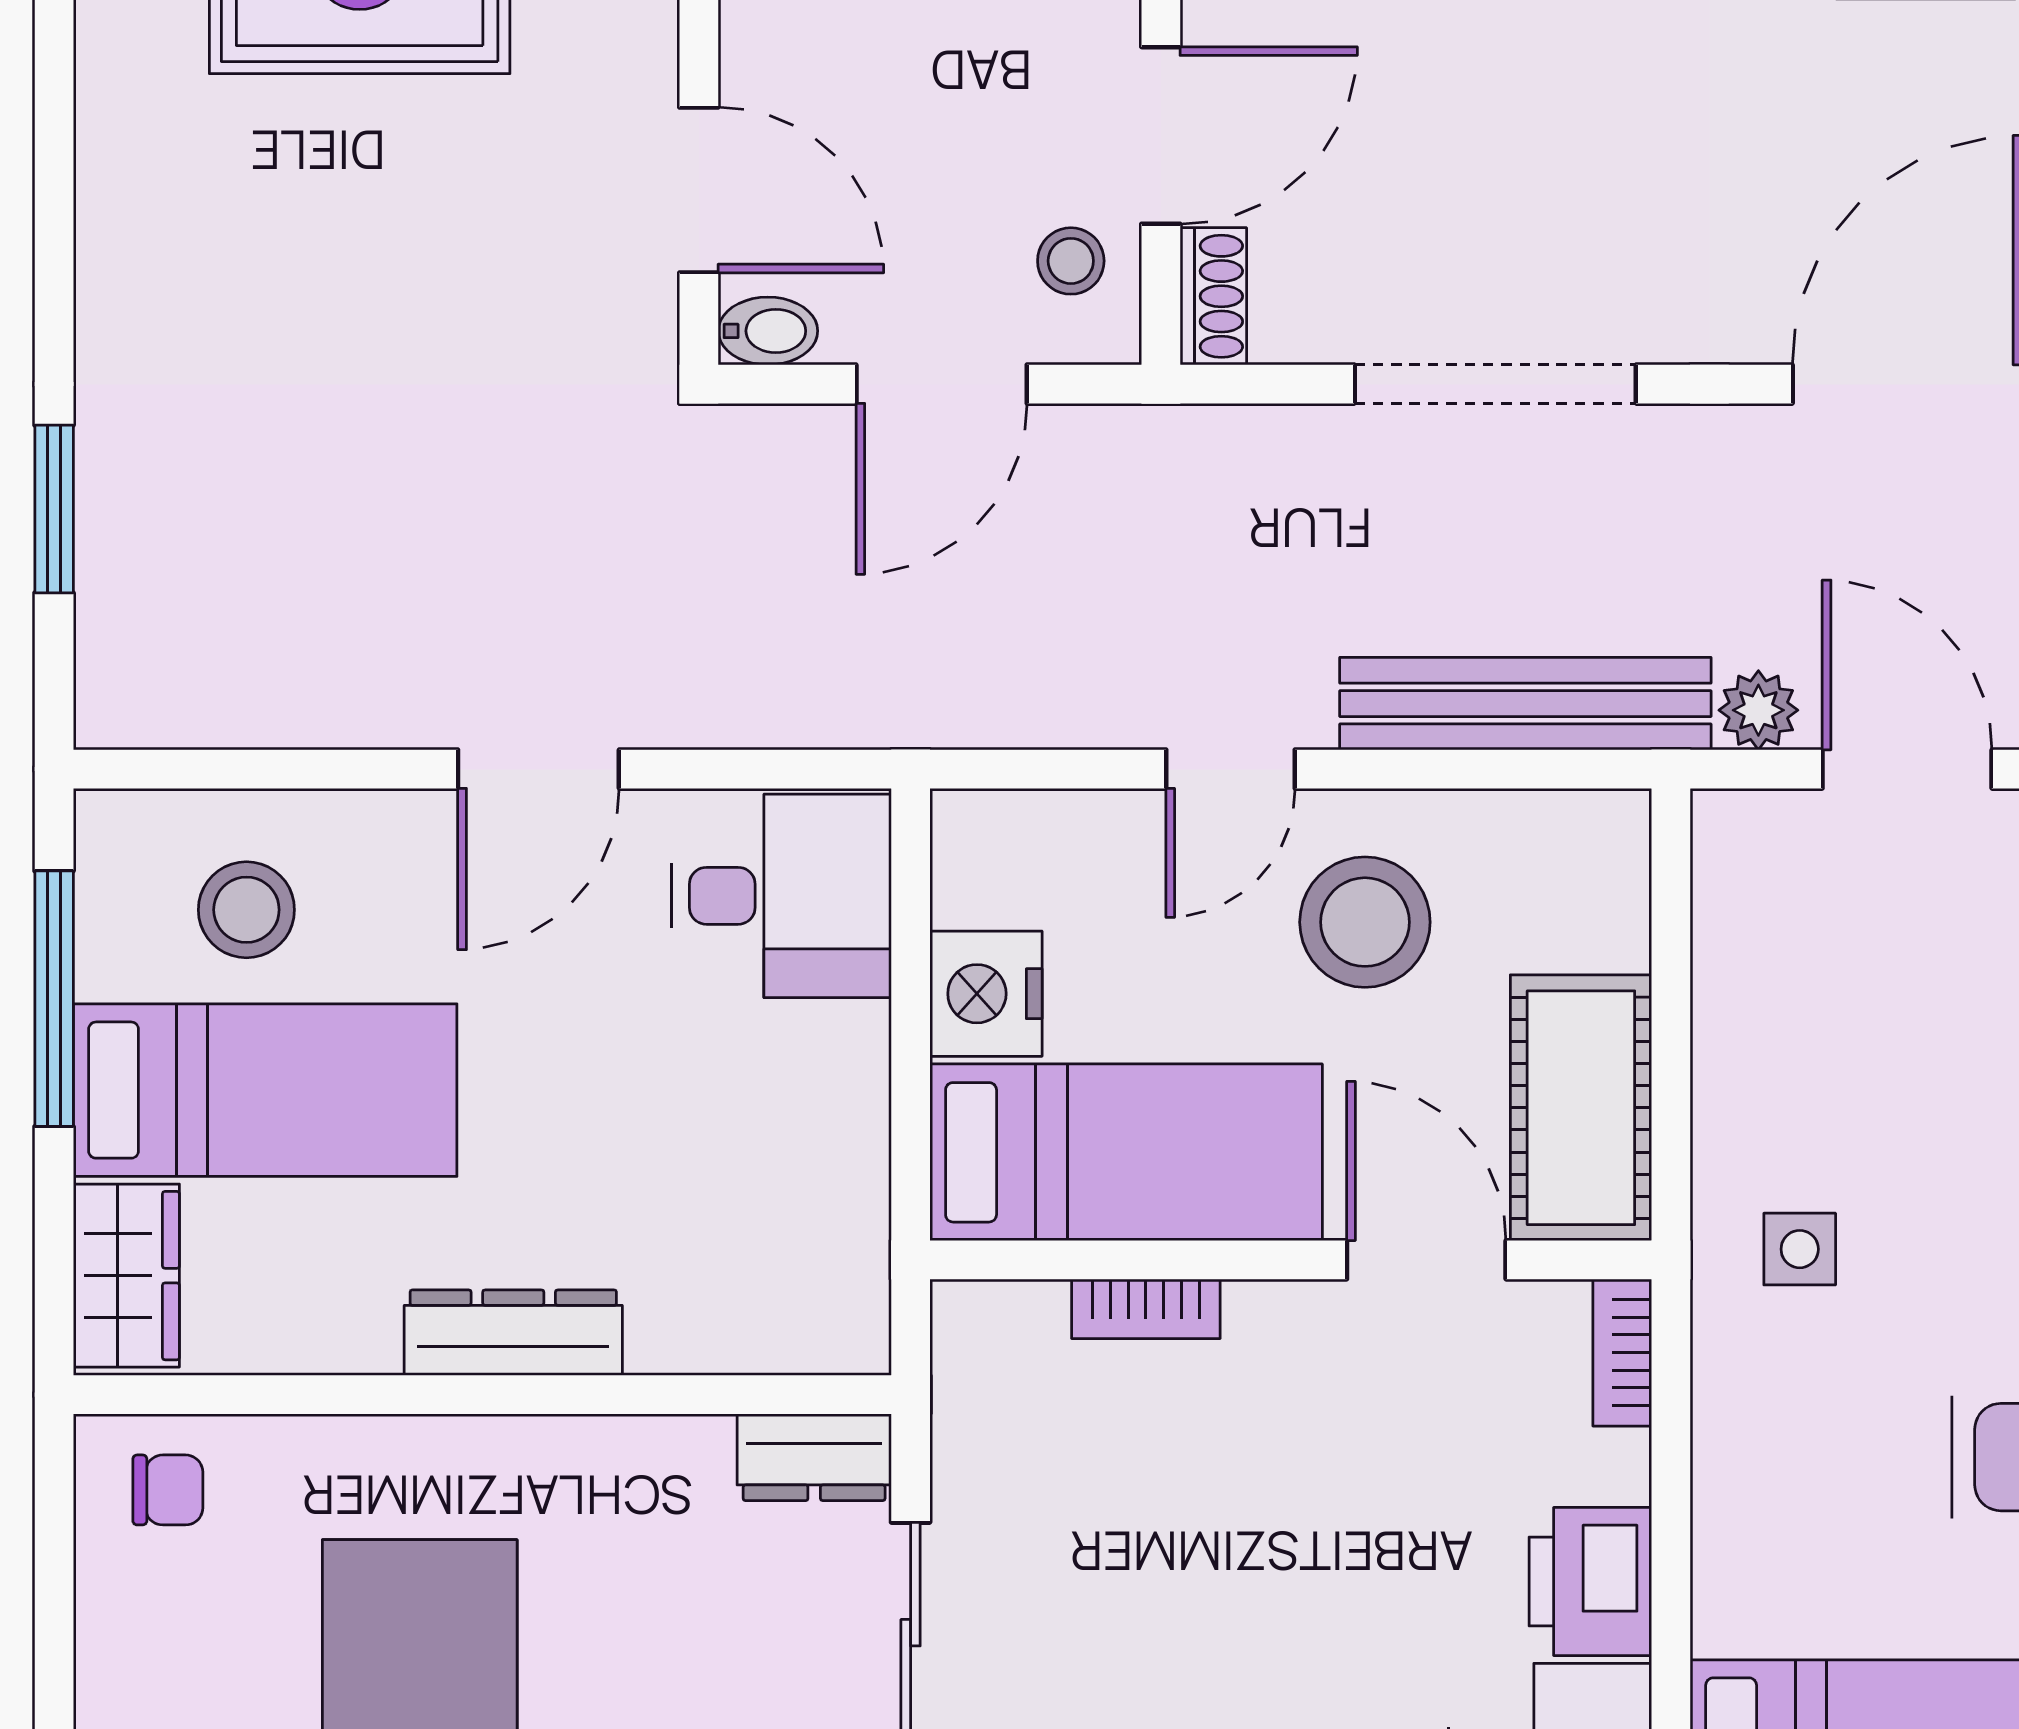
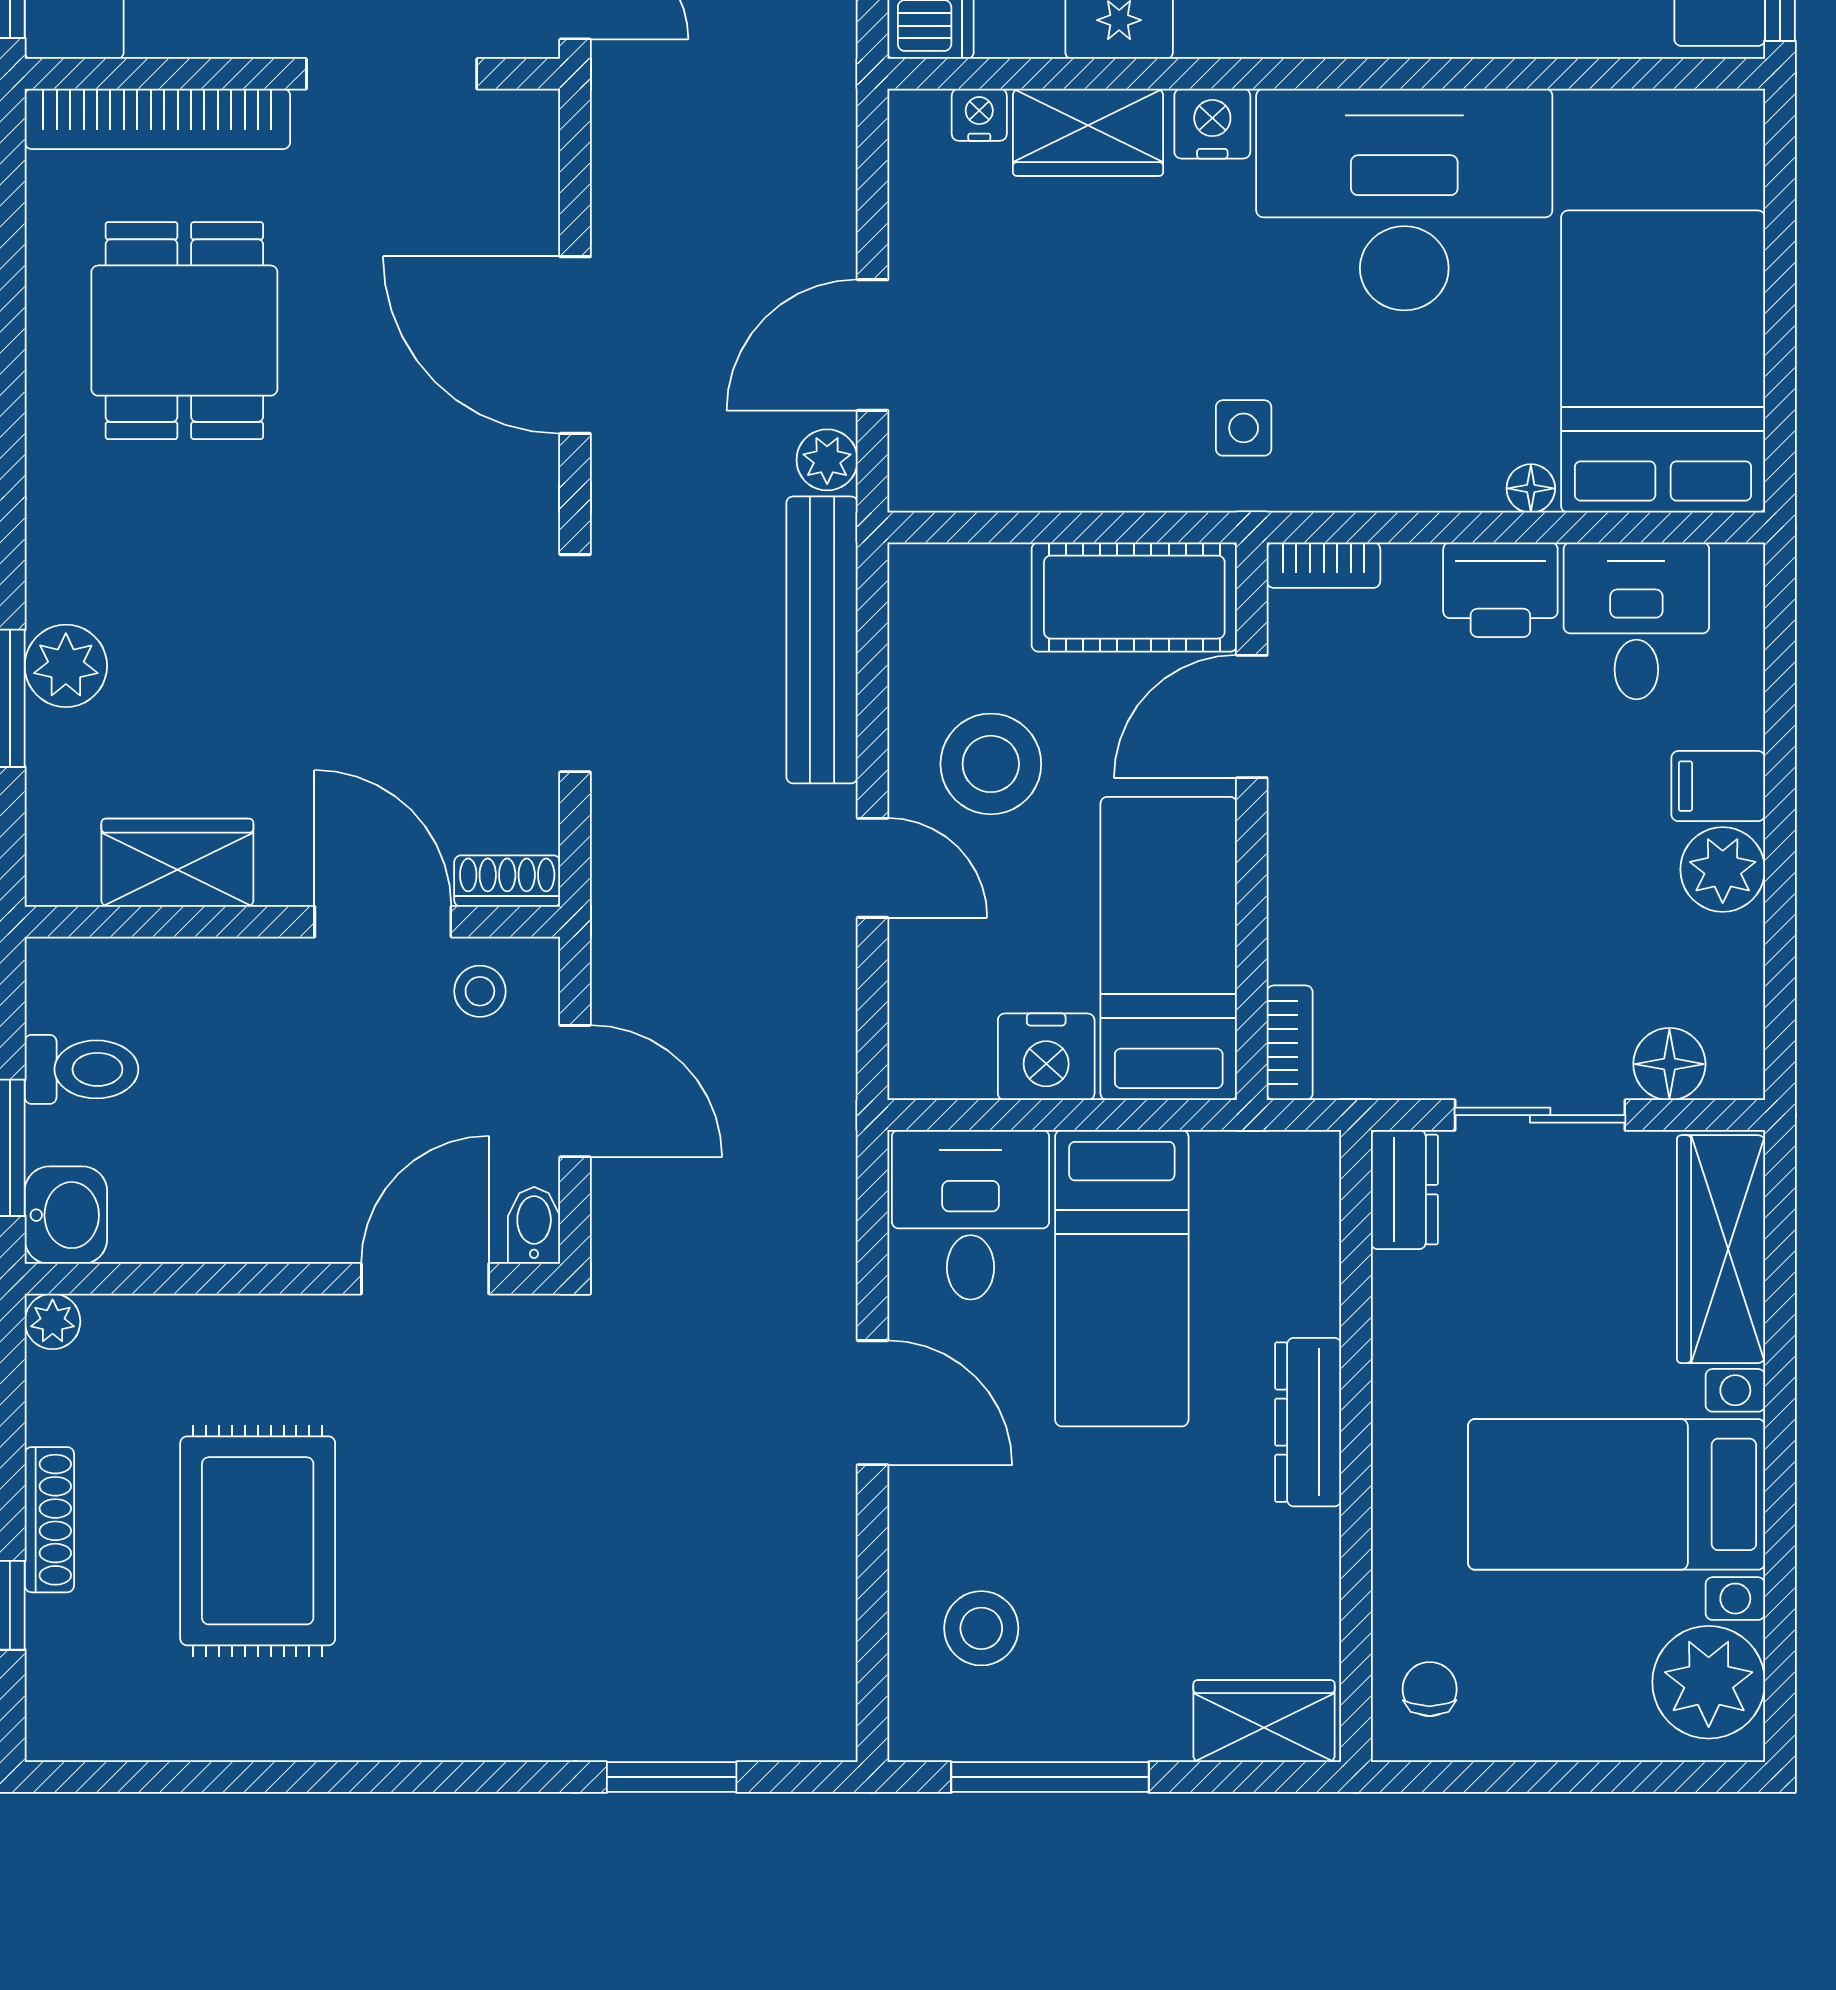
bed: (265, 1090) -> (1122, 1278), moved, turned 180
bookcase: (1146, 1309) -> (1290, 1043), moved
floor lamp: (1722, 1621) -> (1531, 488), added

